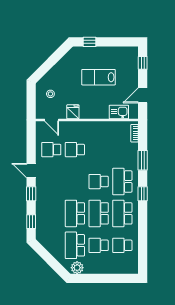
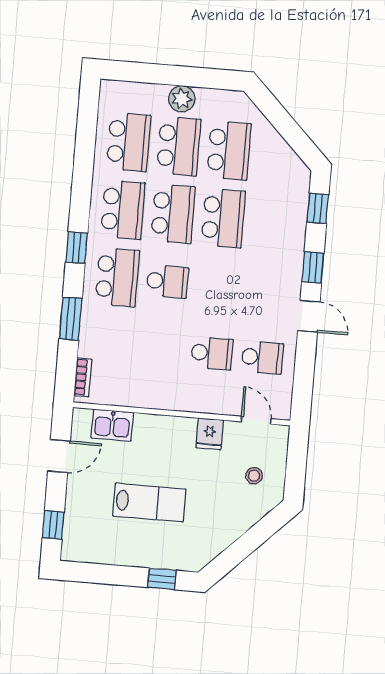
school desk: (99, 245) -> (179, 146), width x1.85
school desk: (122, 245) -> (129, 142), width x1.85
plant: (77, 268) -> (182, 99), moved

